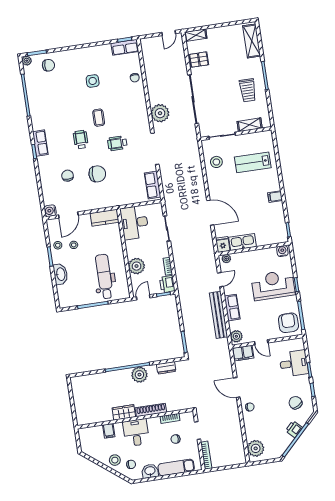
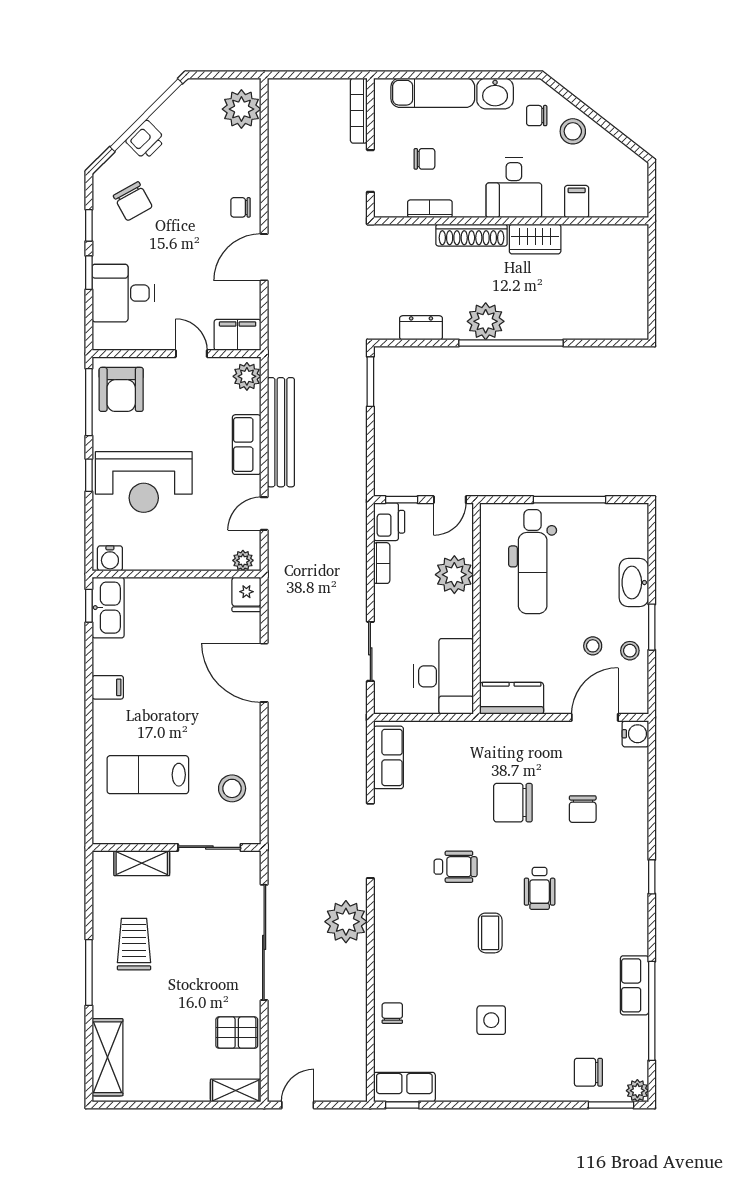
row of seats: (40, 143) -> (634, 985), moved
lab bench: (253, 162) -> (148, 775), turned 180
kitchen sink: (243, 242) -> (108, 608), moved, turned -90
door: (237, 387) -> (264, 257), swing flipped

